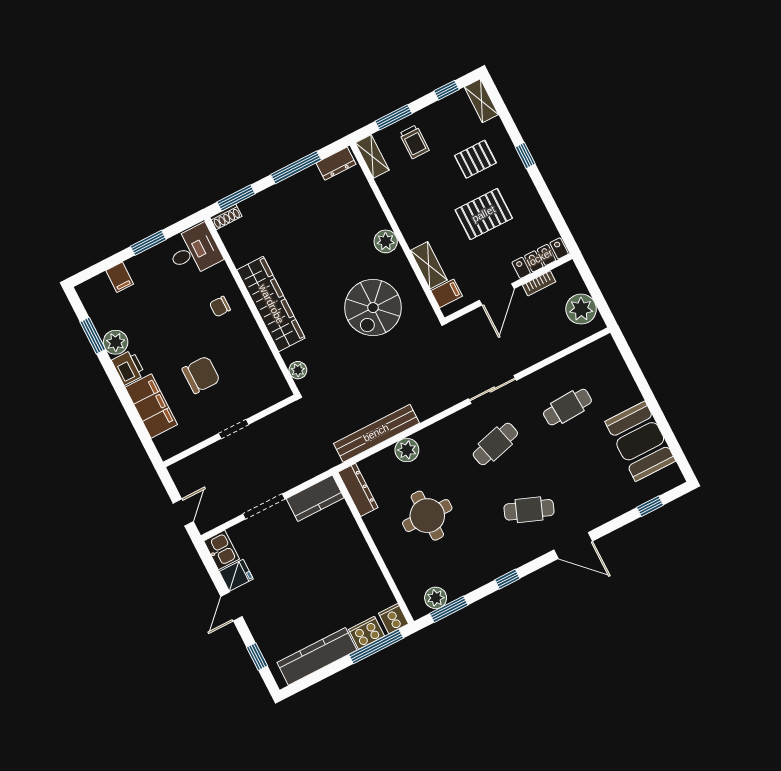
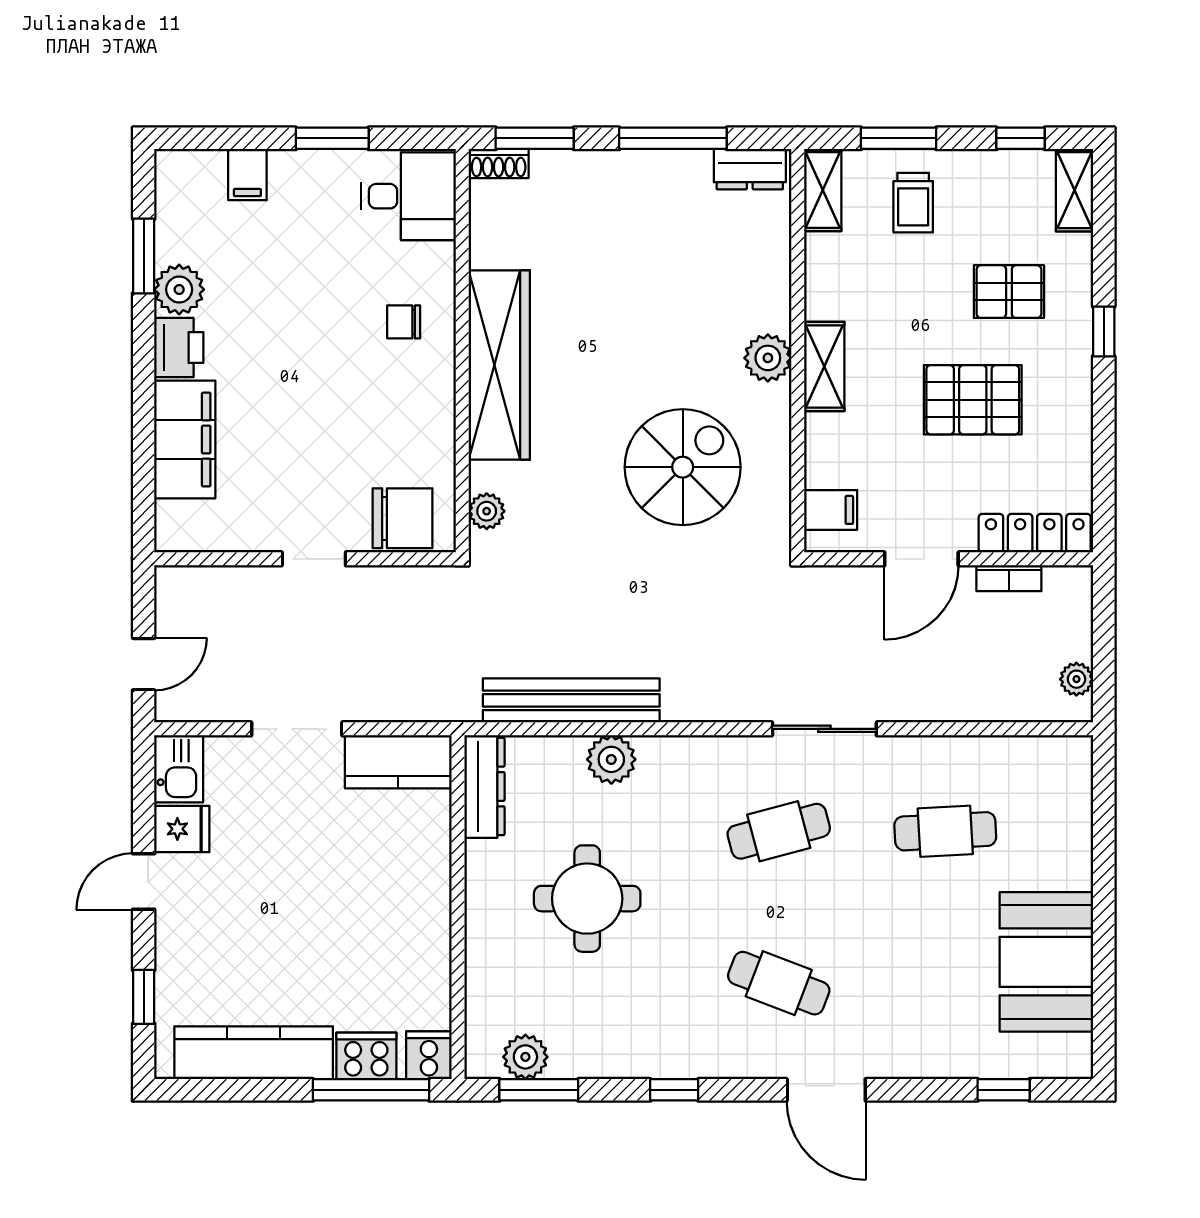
shelving: (429, 265) -> (824, 366), moved
spiral stairs: (373, 308) -> (683, 467), turned 180
plant: (581, 309) -> (1076, 679), width x0.53, depth x0.53
chair: (201, 375) -> (403, 518), moved

